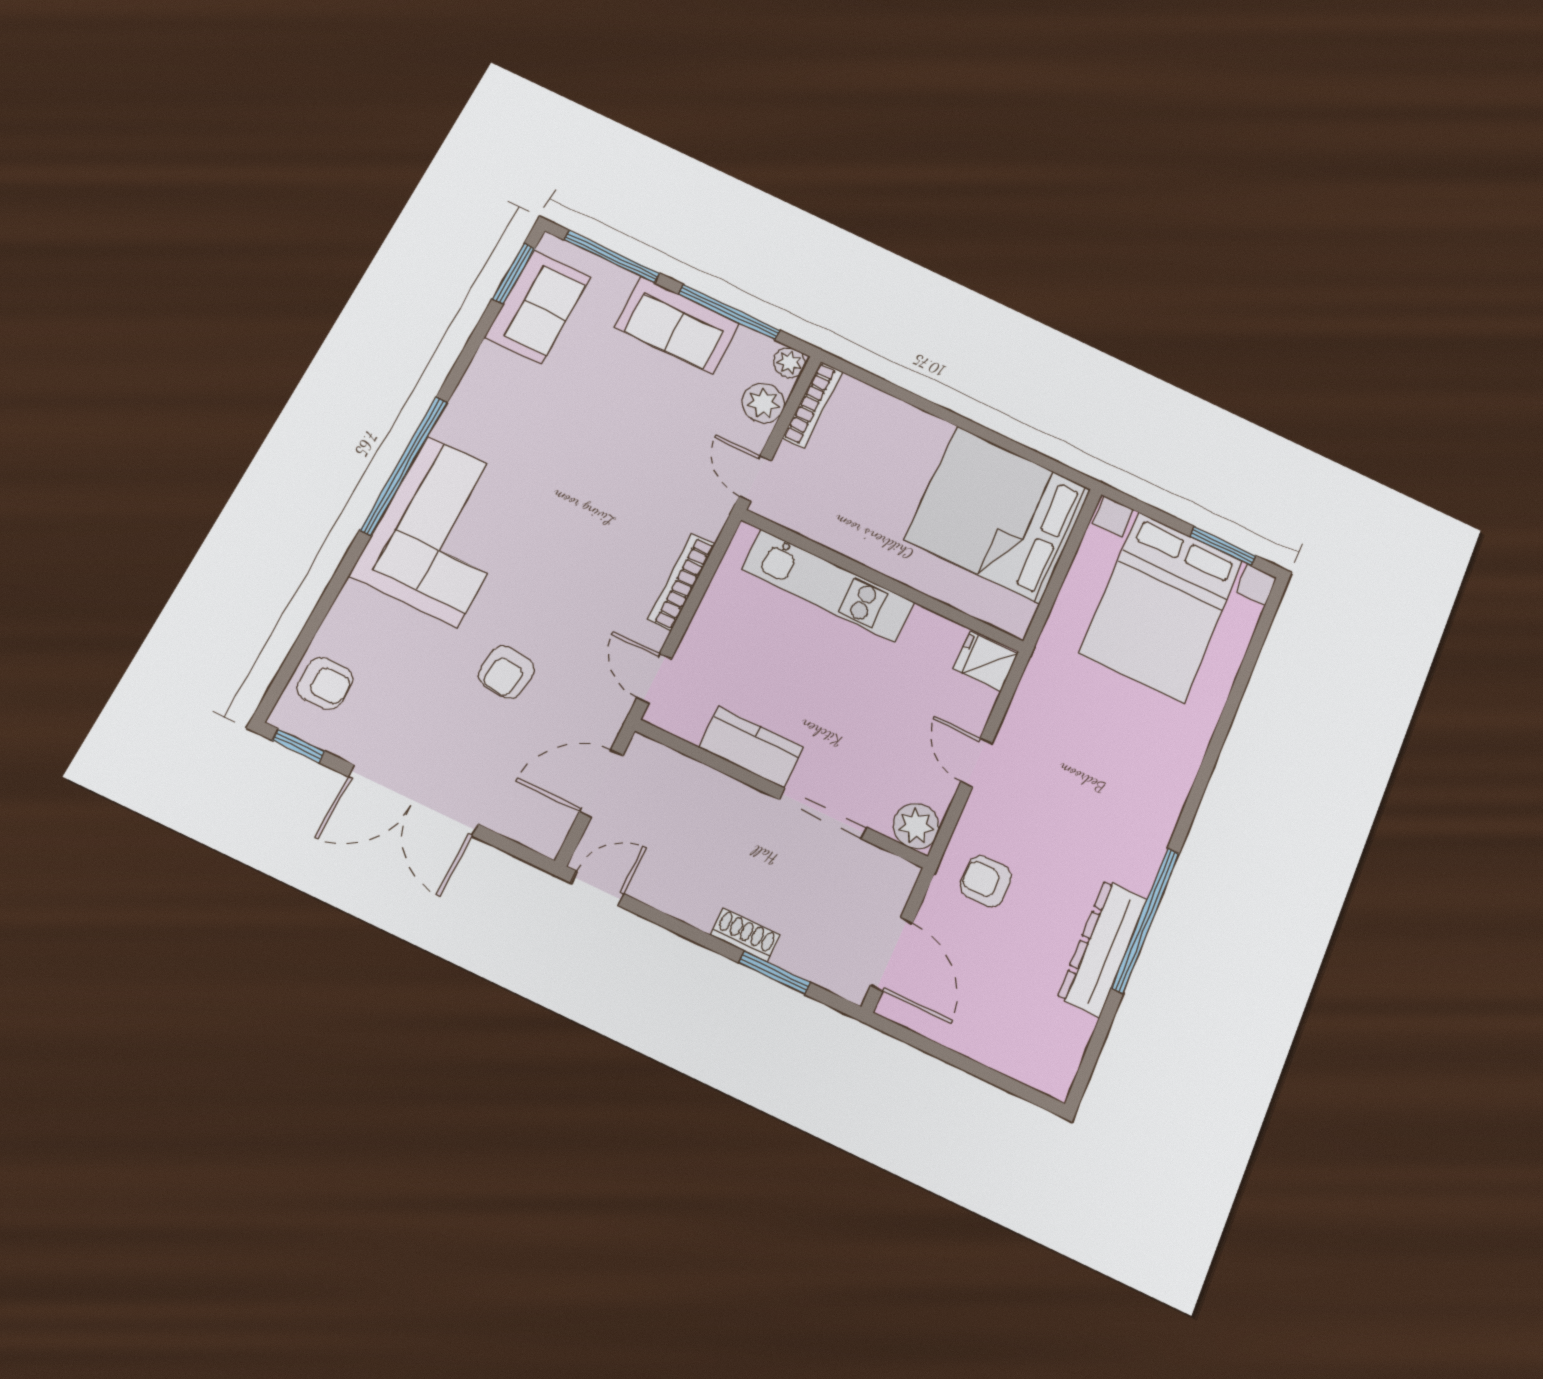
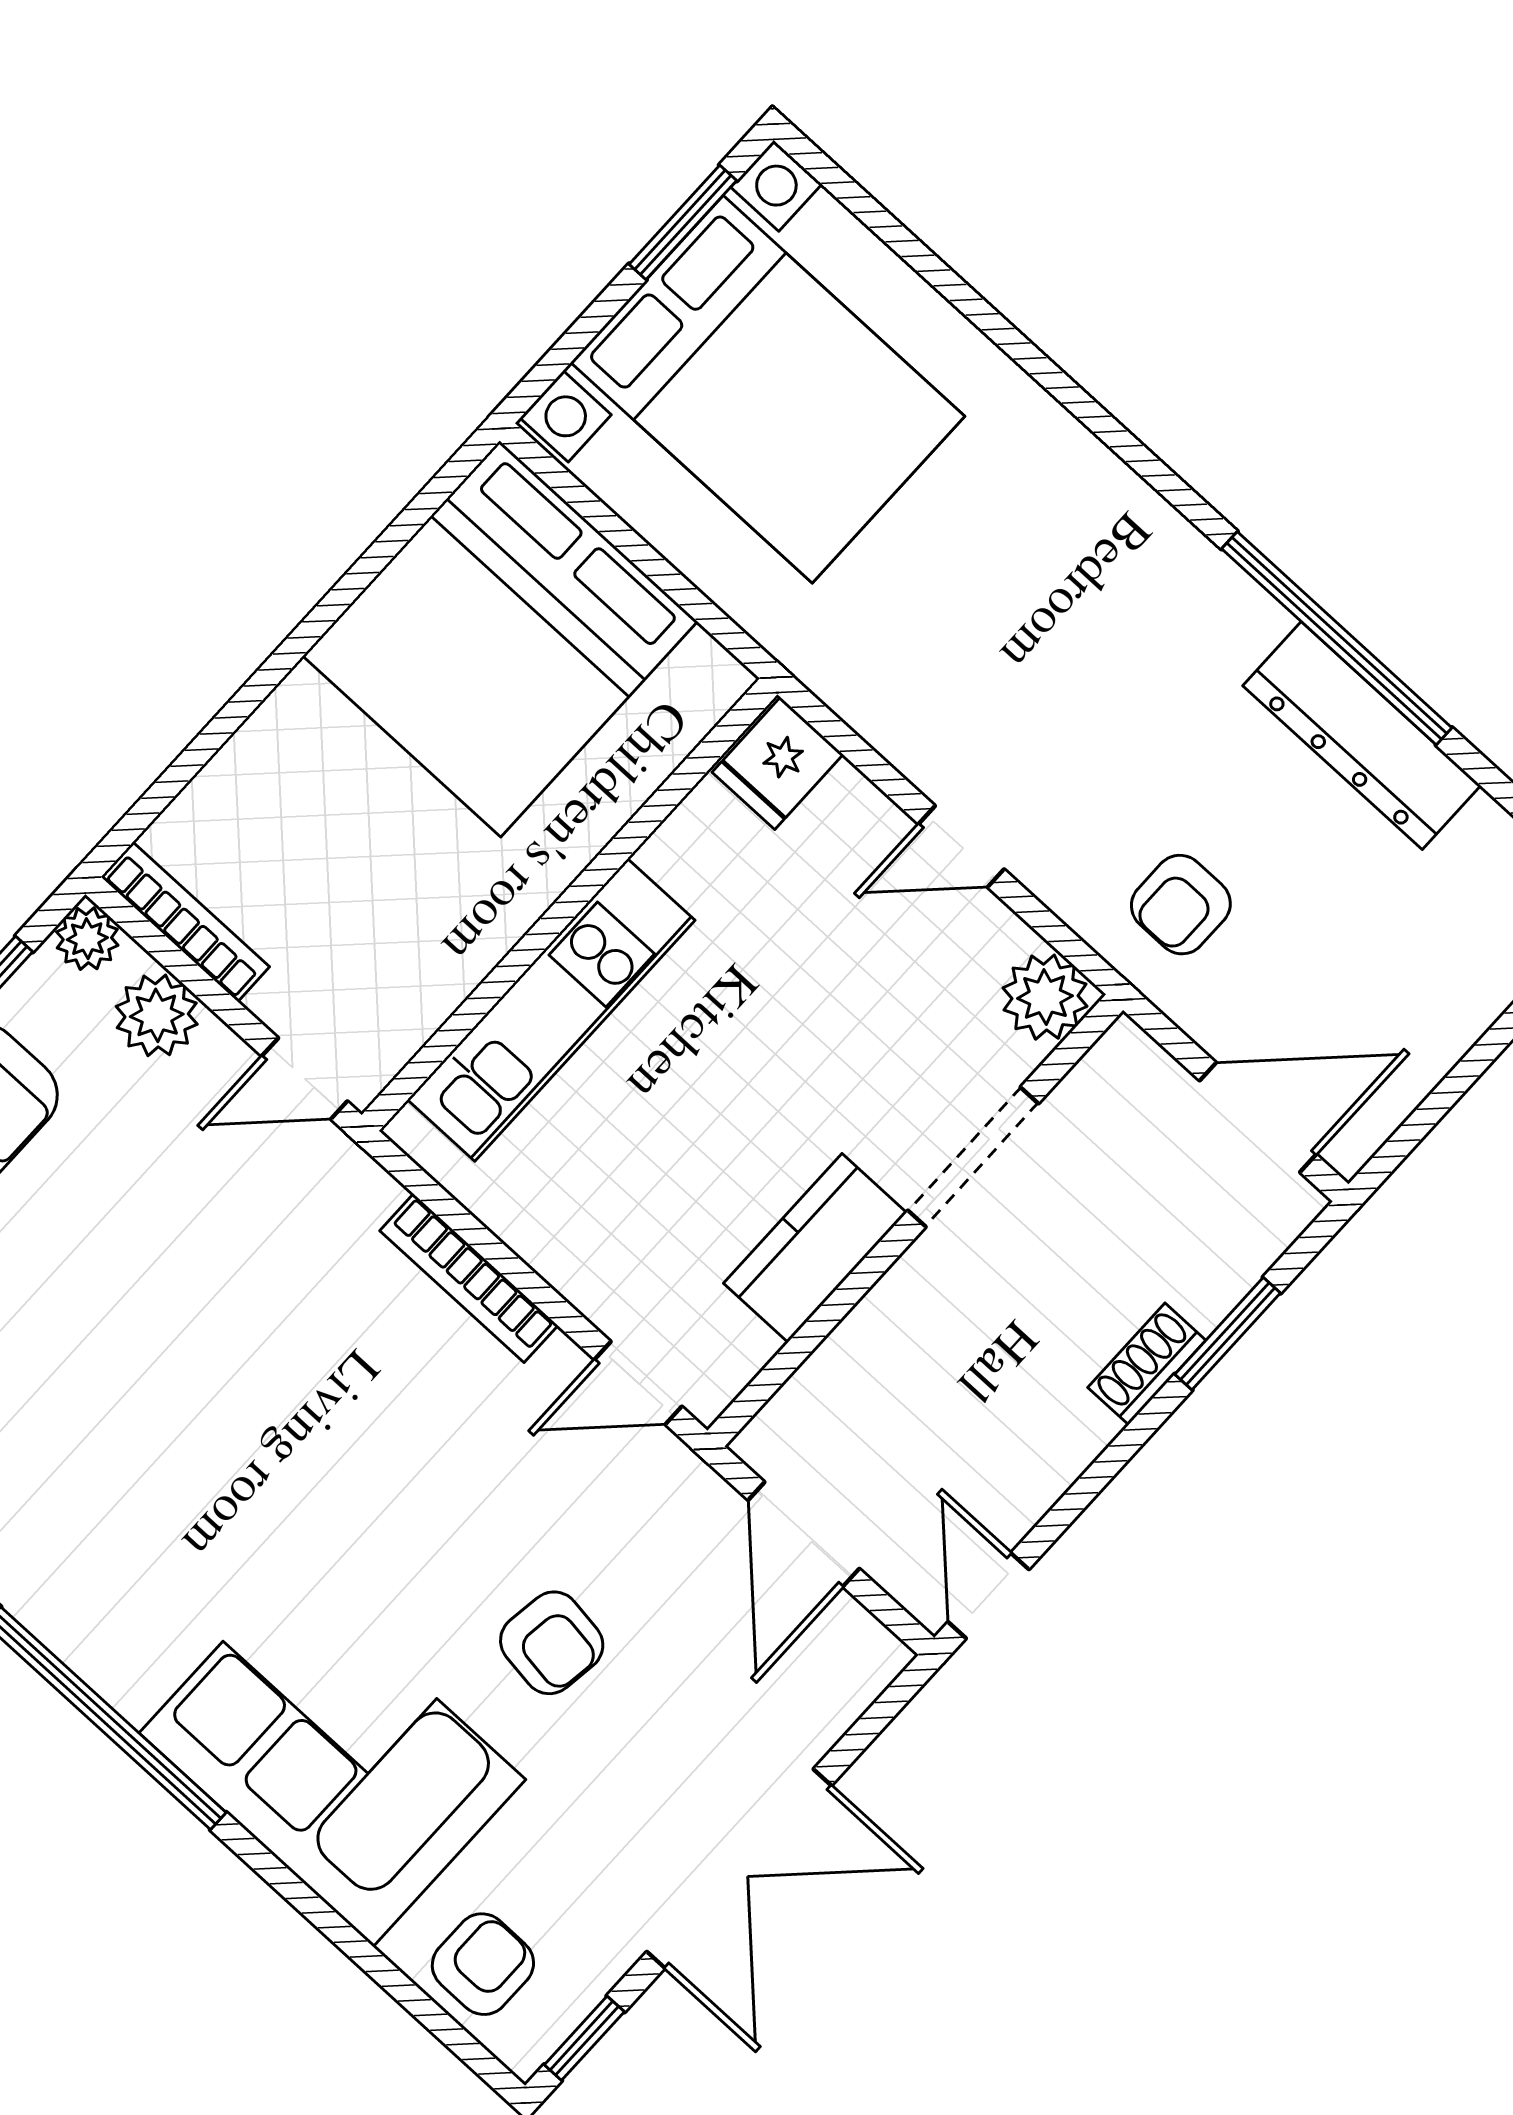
corner sofa: (443, 531) -> (332, 1756), moved

